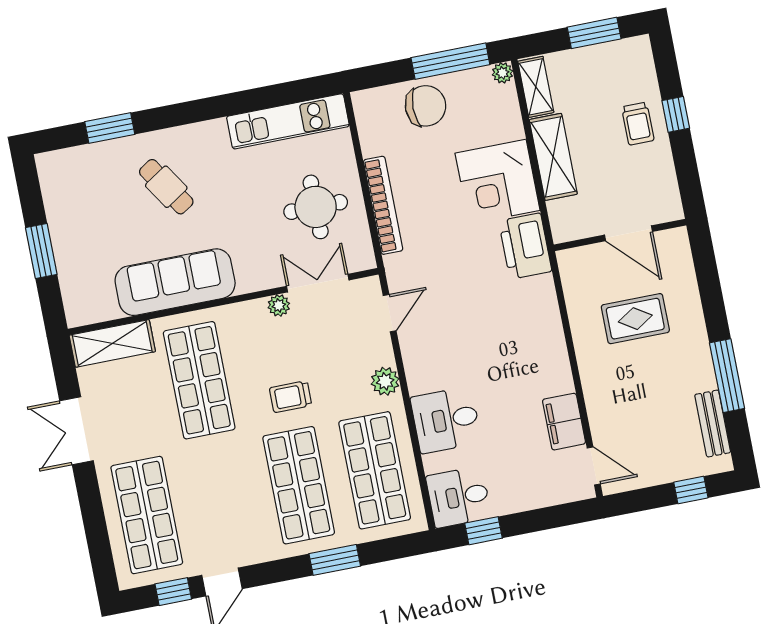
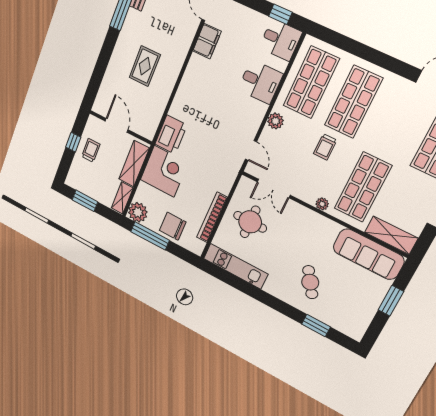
plant: (503, 73) -> (138, 212), width x1.88, depth x1.88
bookcase: (383, 205) -> (212, 217), moved
door: (629, 233) -> (117, 125), moved
wall: (620, 235) -> (120, 127), moved
sofa: (175, 282) -> (368, 254), moved
plant: (279, 305) -> (322, 204), moved
door: (390, 313) -> (251, 151), swing flipped
rug: (635, 319) -> (145, 66), turned 90
trolley: (291, 397) -> (325, 147), turned 90
window: (335, 560) -> (364, 52), removed

